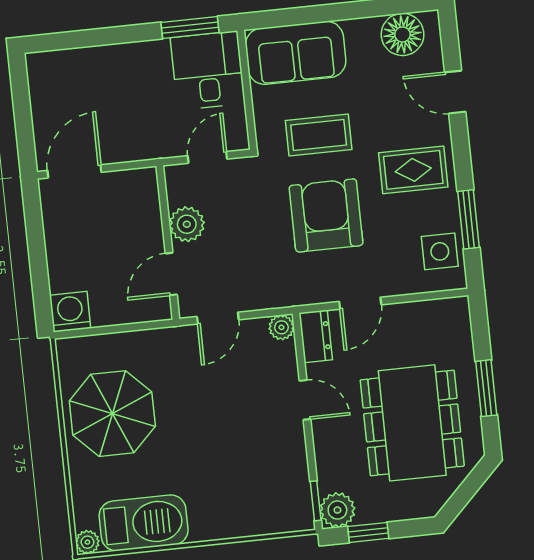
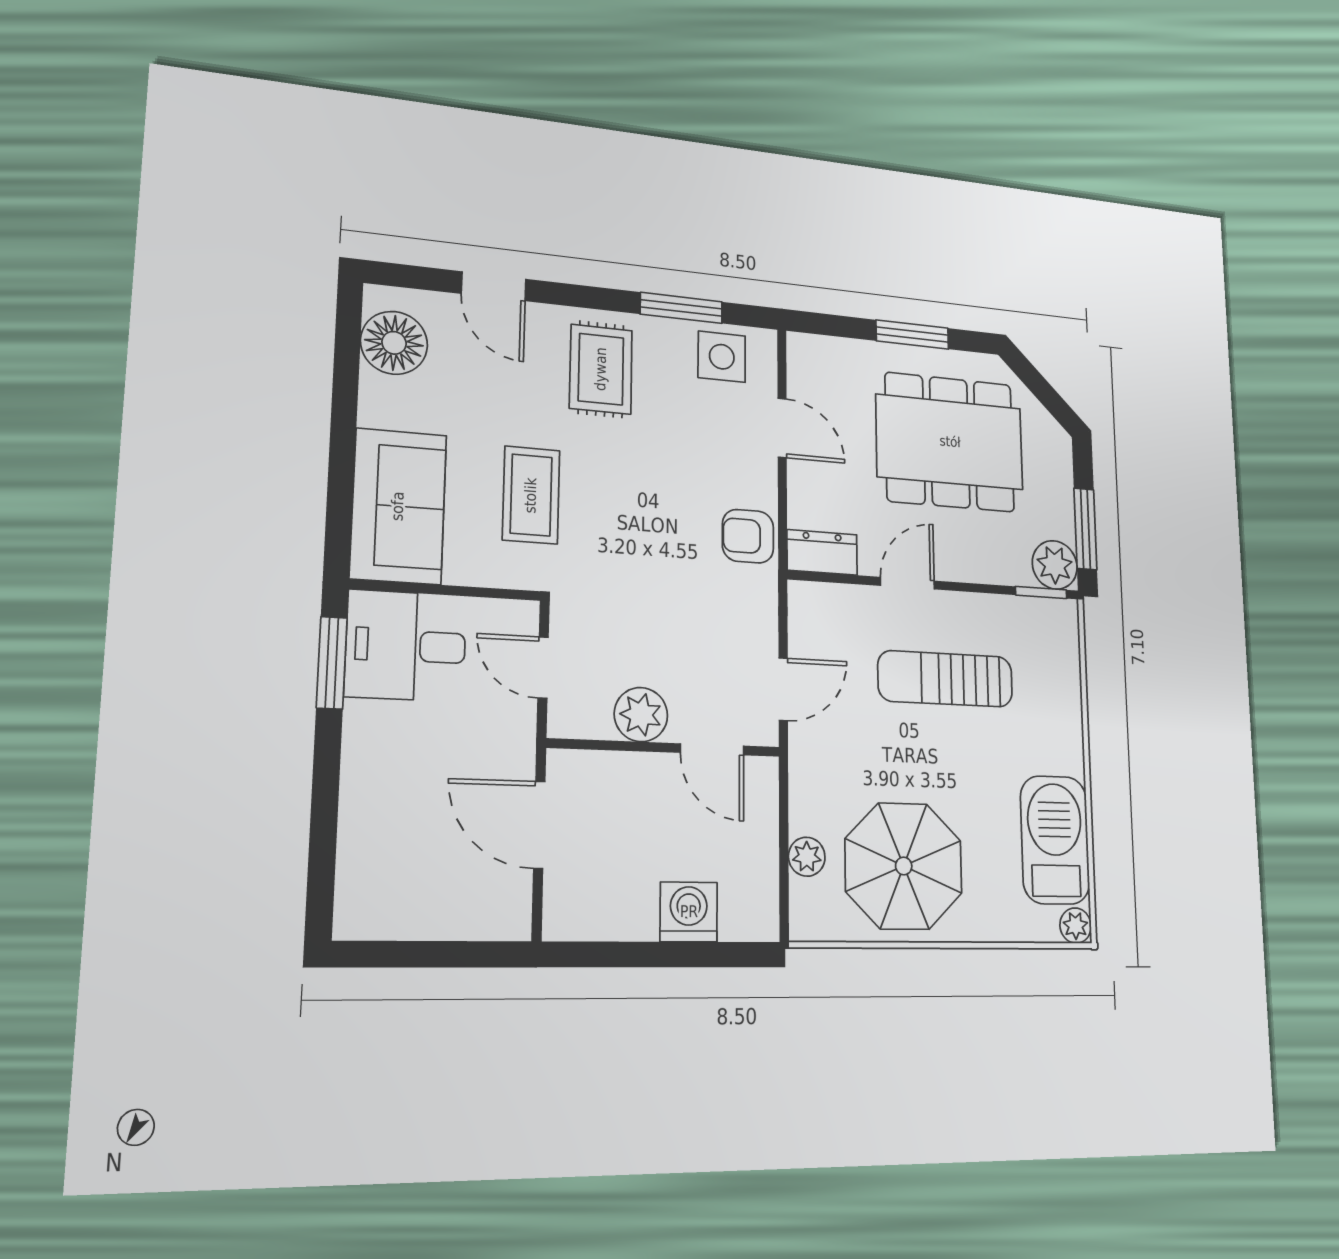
door: (455, 92) -> (494, 286), hinge flipped
door: (74, 171) -> (539, 825), moved
armchair: (326, 215) -> (748, 536), moved, width x0.53, depth x0.53
door: (360, 303) -> (782, 428), moved
washing machine: (70, 312) -> (689, 912), moved, turned 90
door: (218, 318) -> (783, 689), hinge flipped
plant: (281, 327) -> (807, 857), moved
sun lounger: (243, 433) -> (946, 679), added
window: (368, 532) -> (1085, 529), width x1.50

